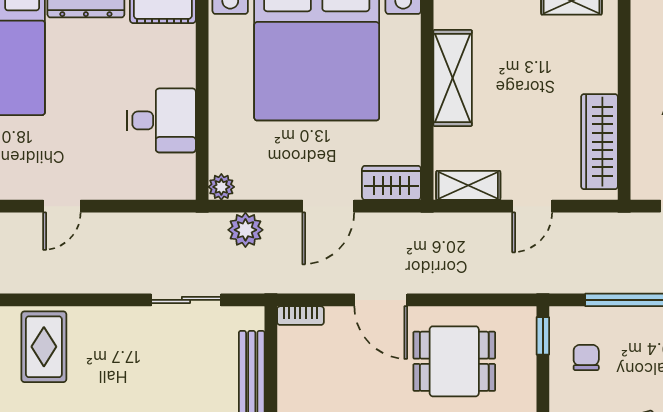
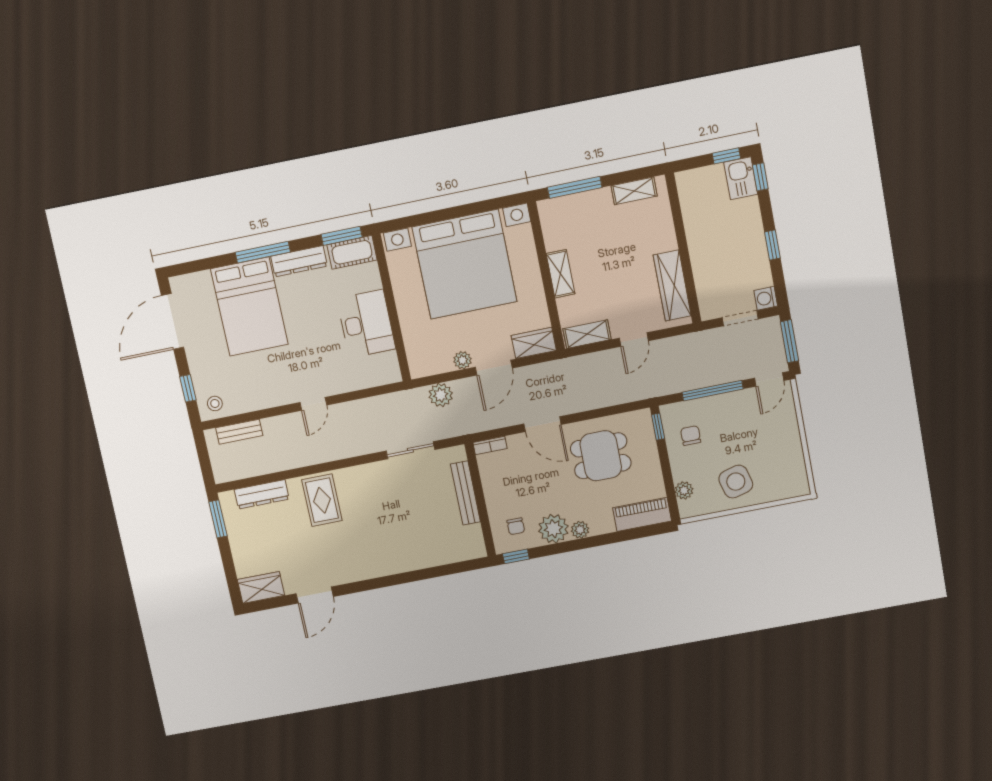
shelving: (453, 78) -> (561, 274), width x0.67, depth x0.75
desk: (161, 120) -> (366, 324), width x1.37
plant: (221, 187) -> (462, 360), moved

